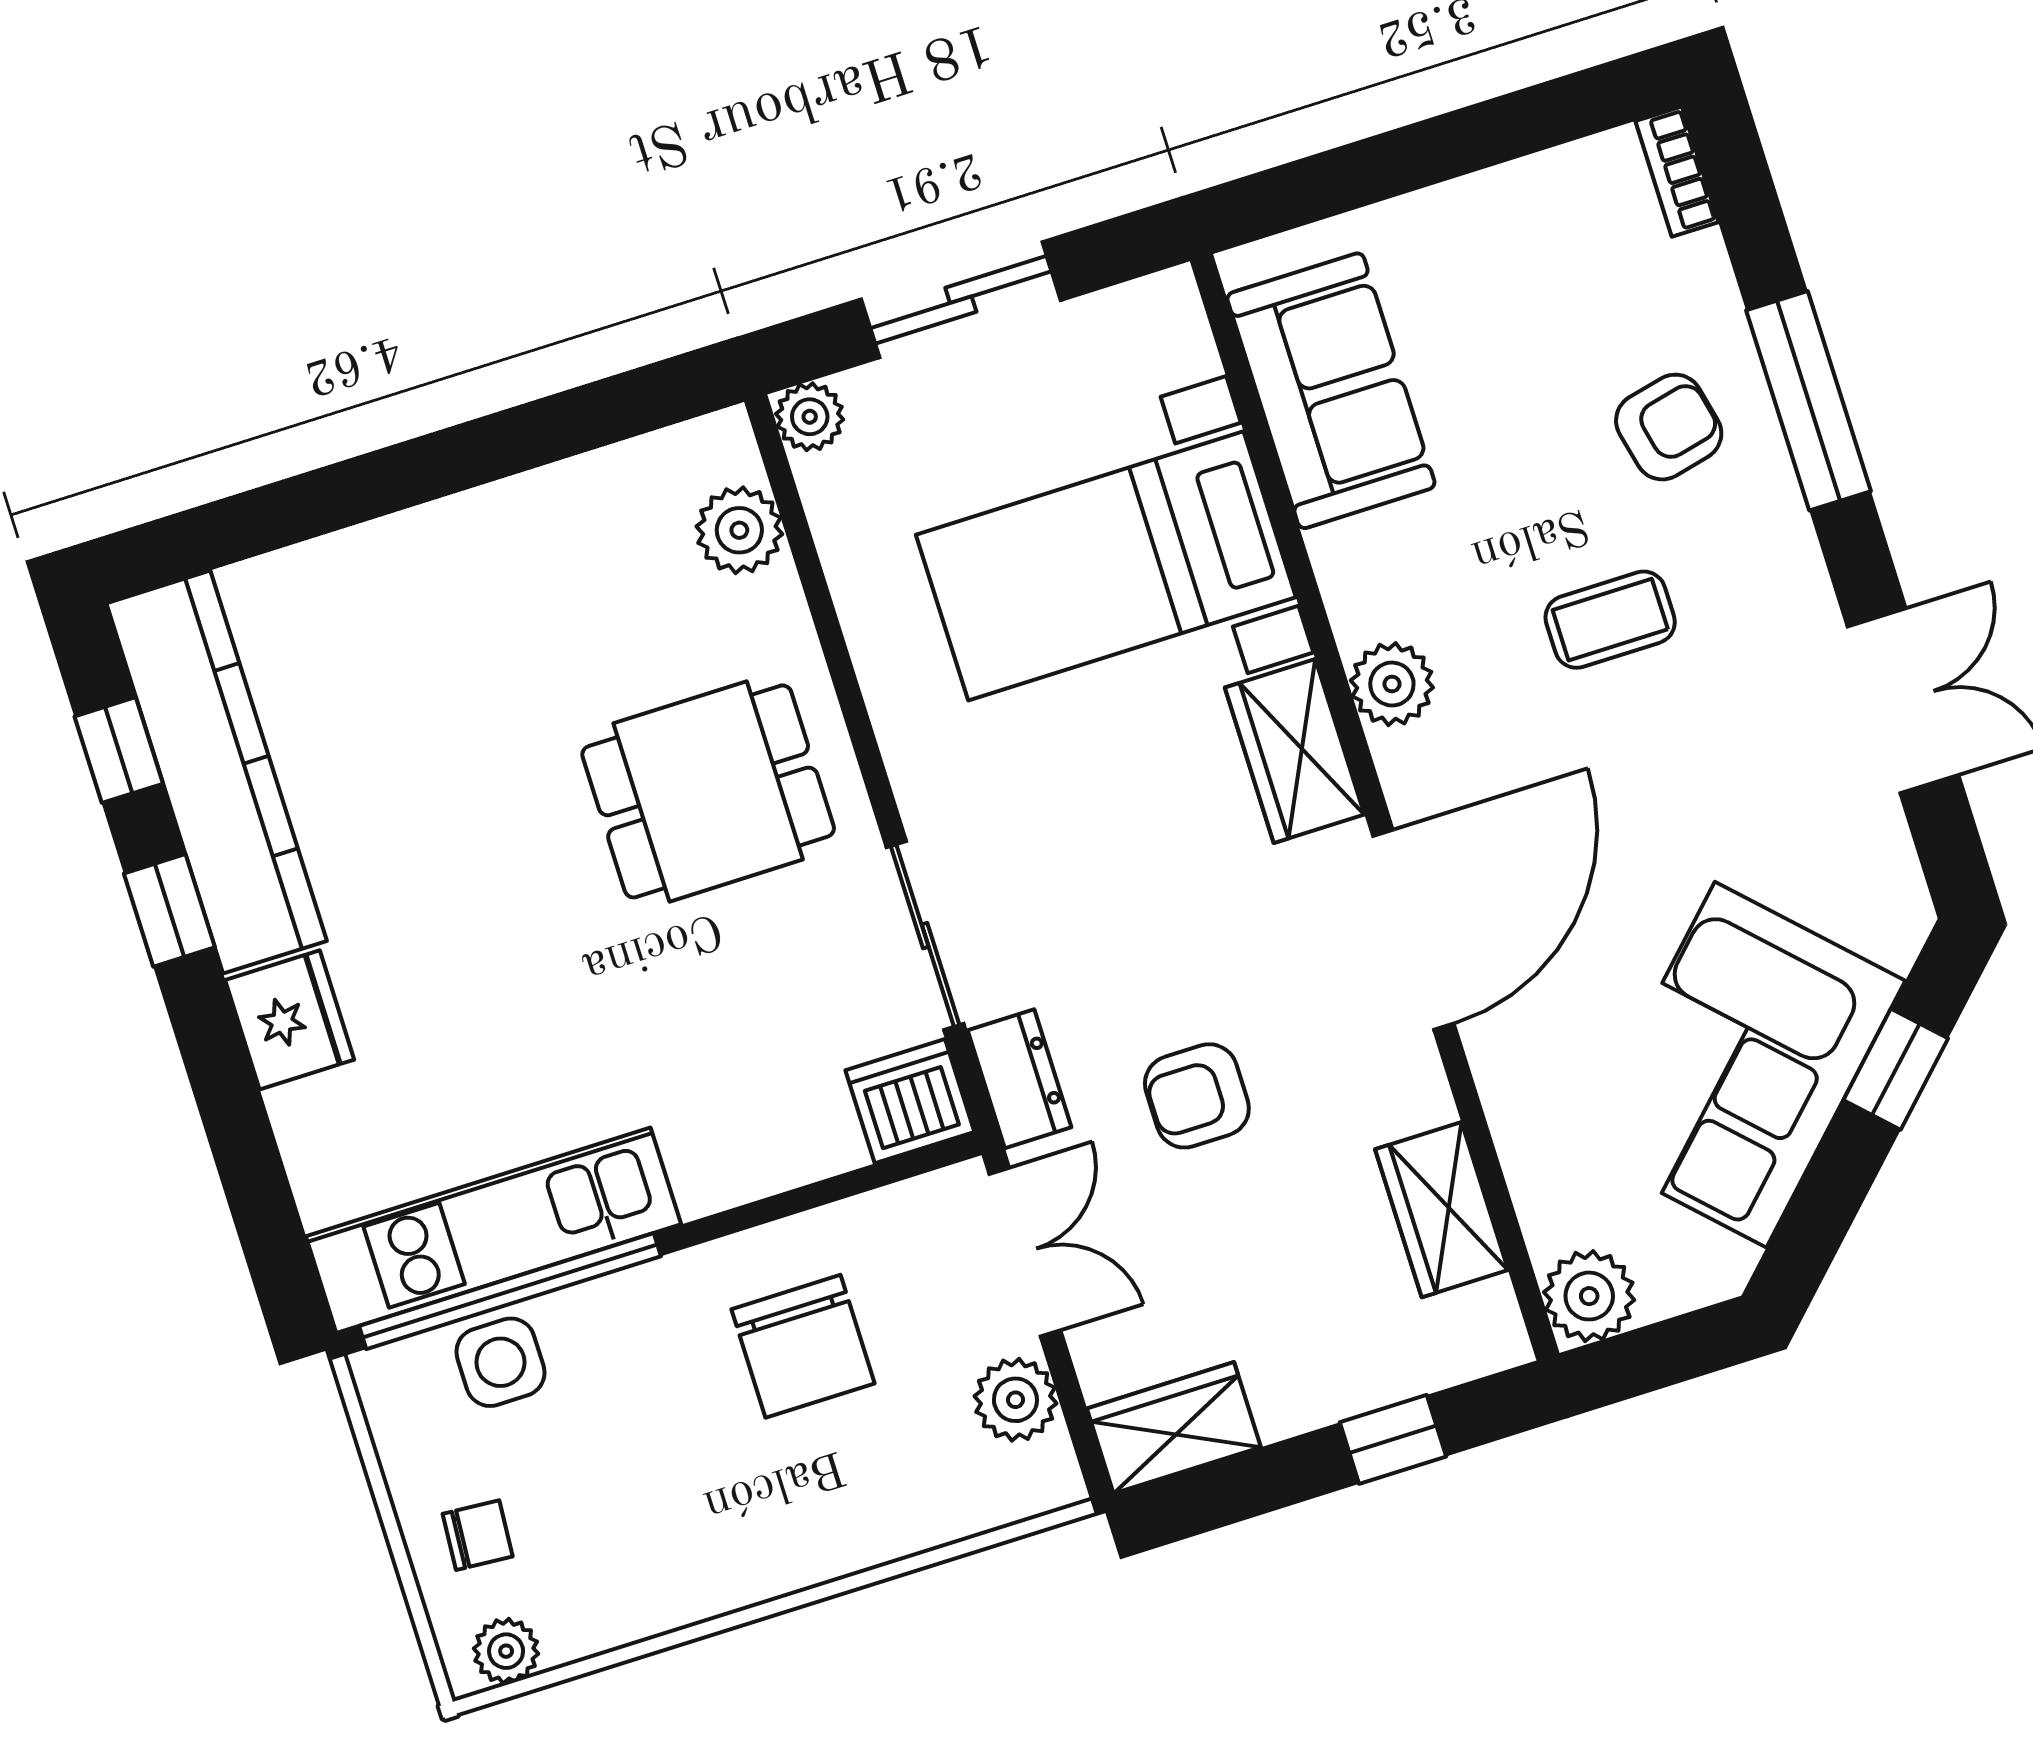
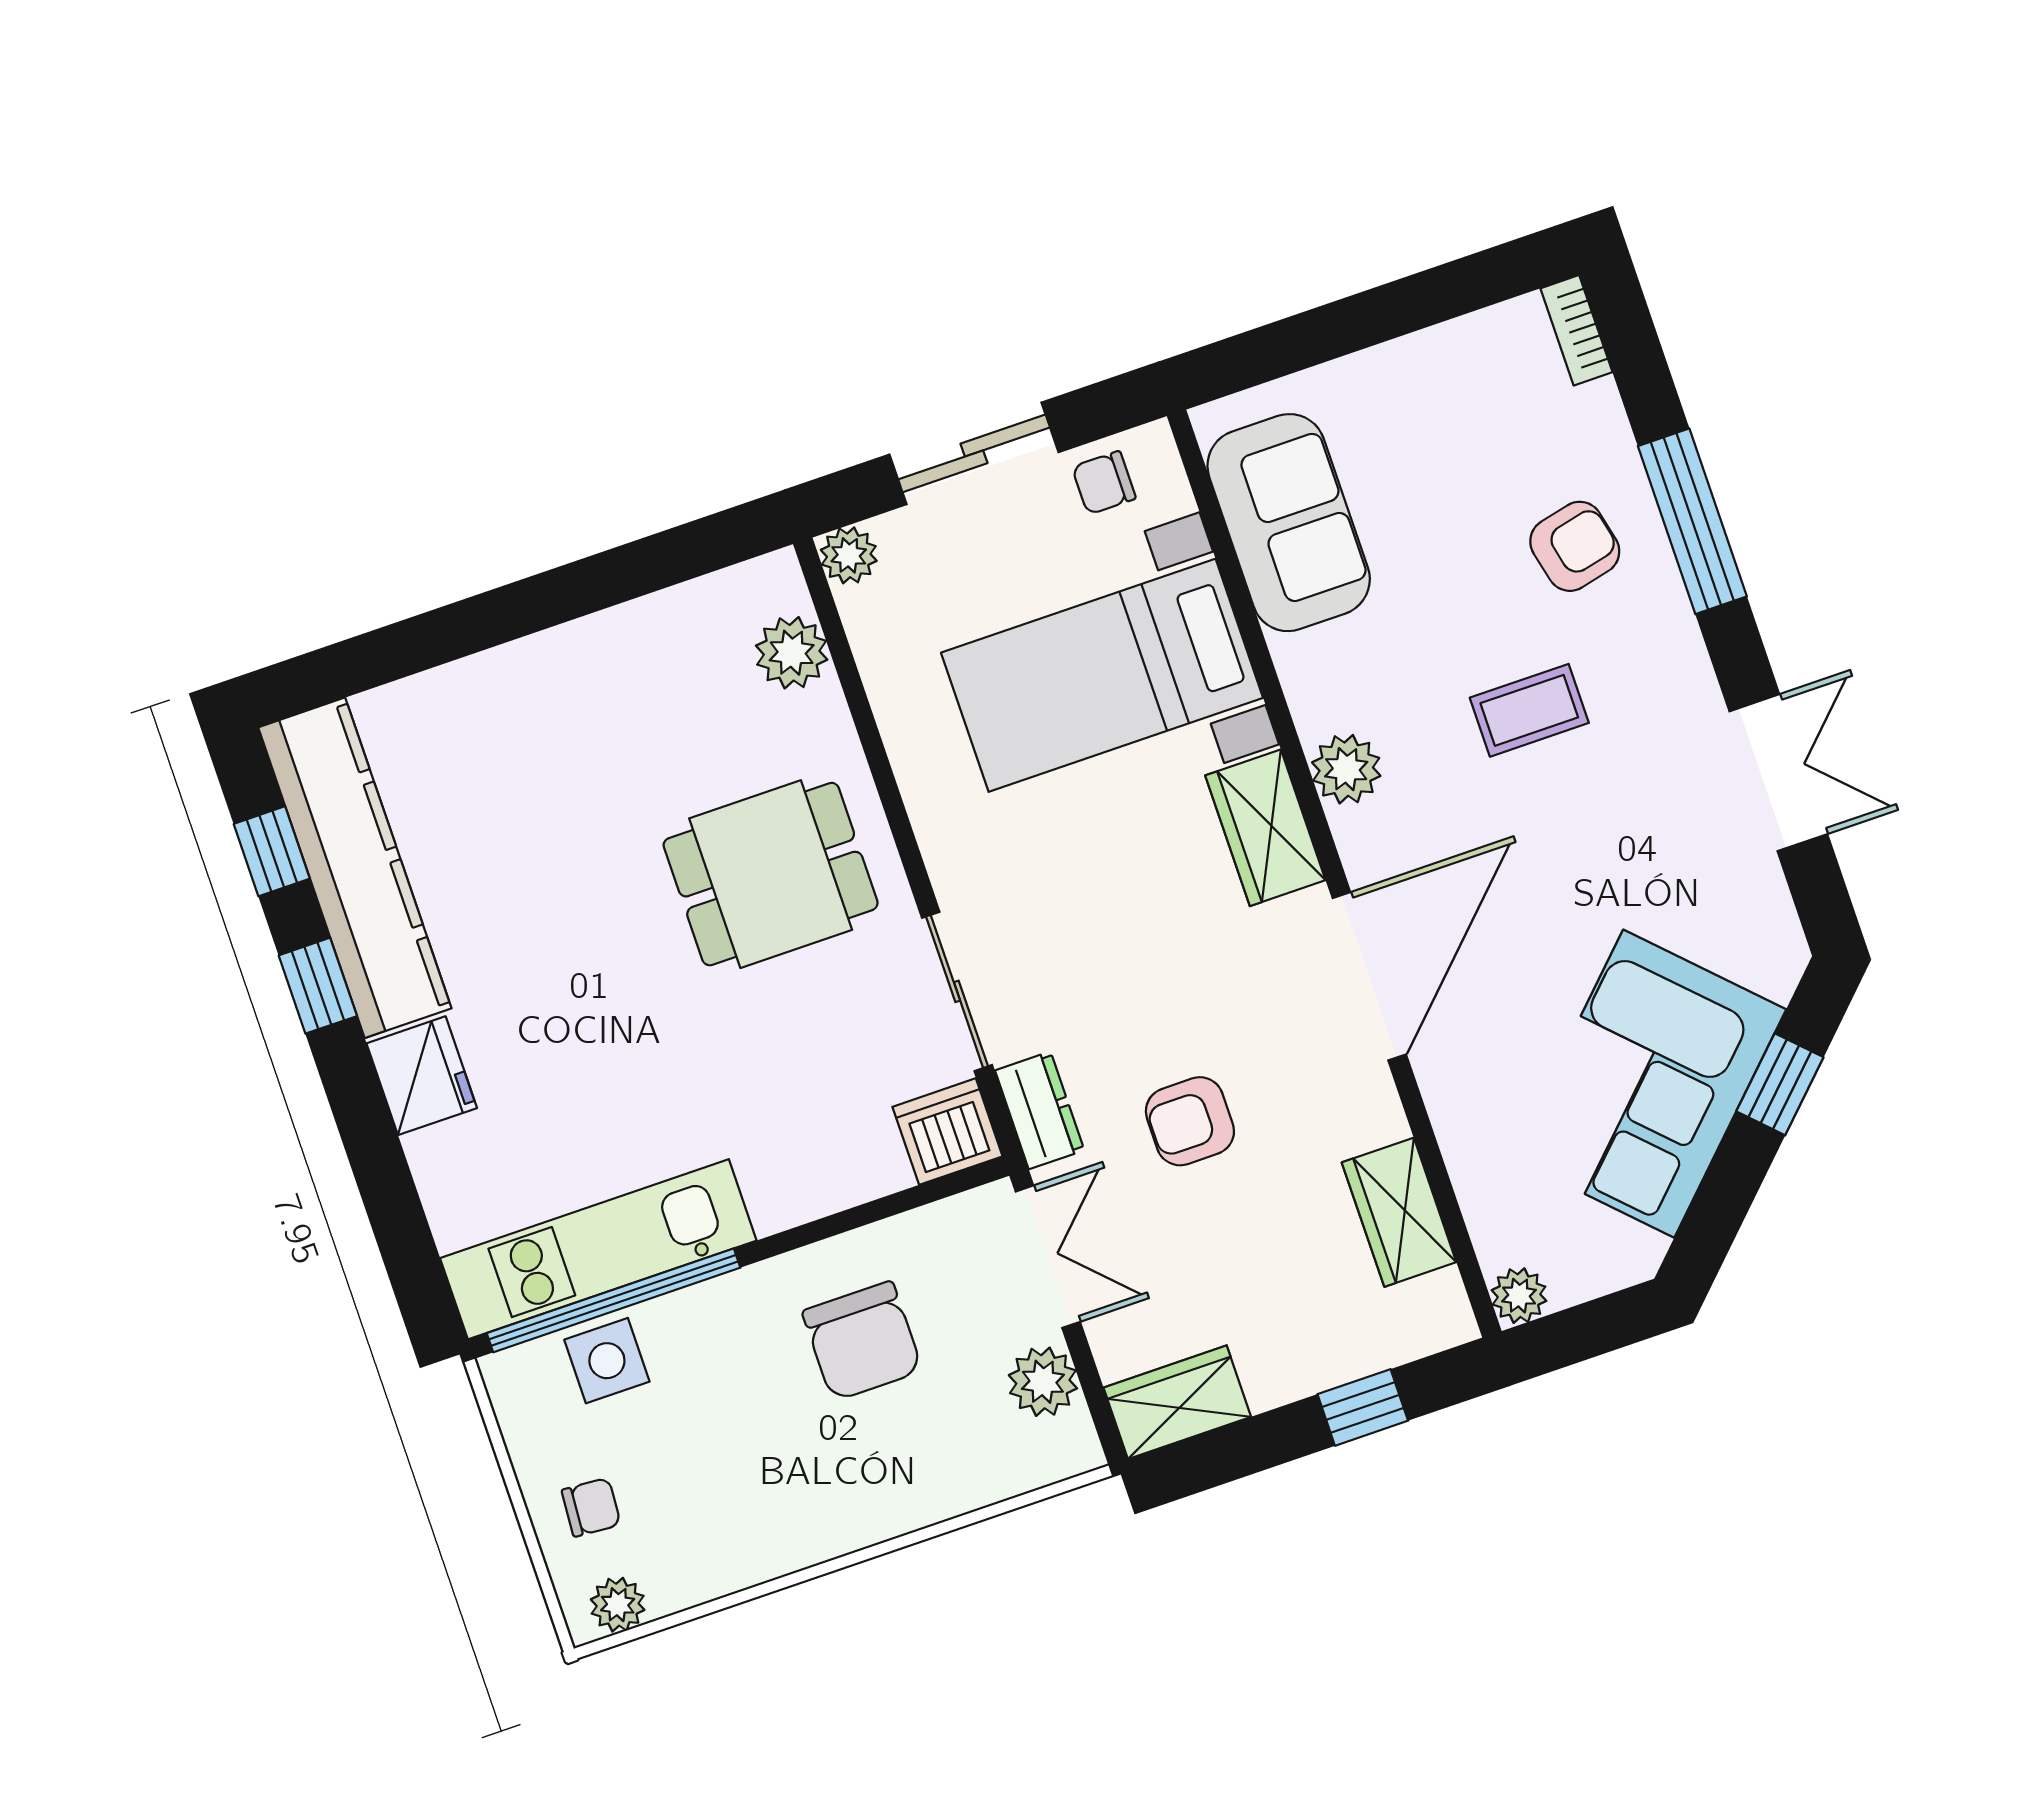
chair: (1114, 338) -> (1104, 483), added
plant: (1589, 1296) -> (1519, 1296), width x0.73, depth x0.73

